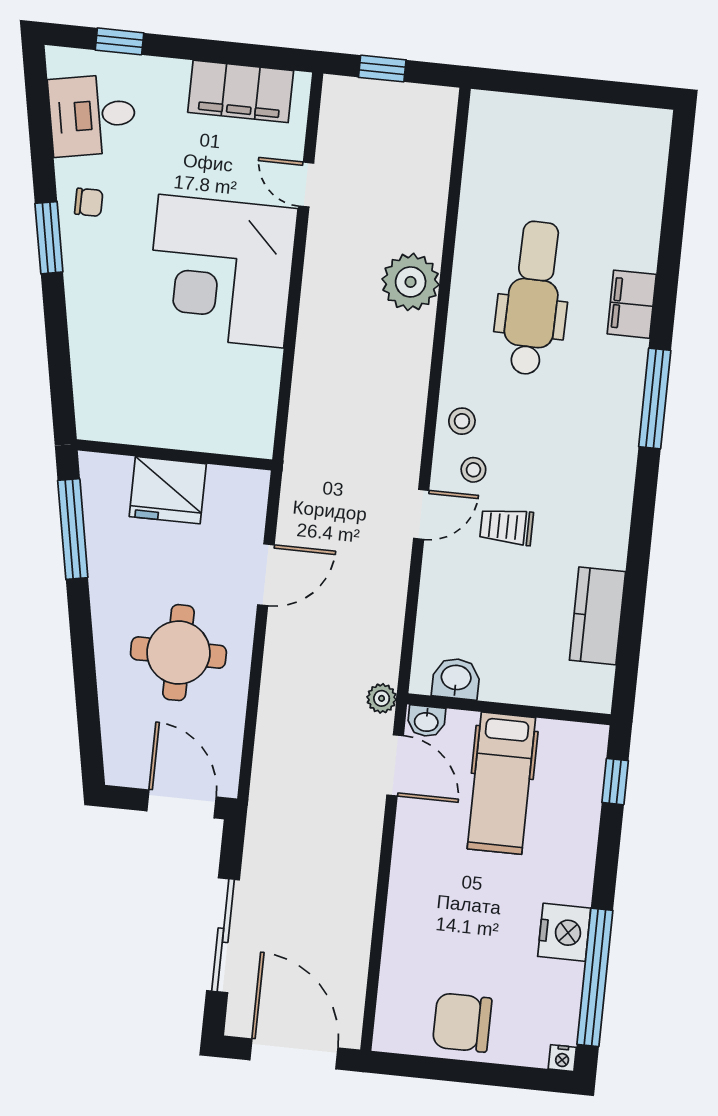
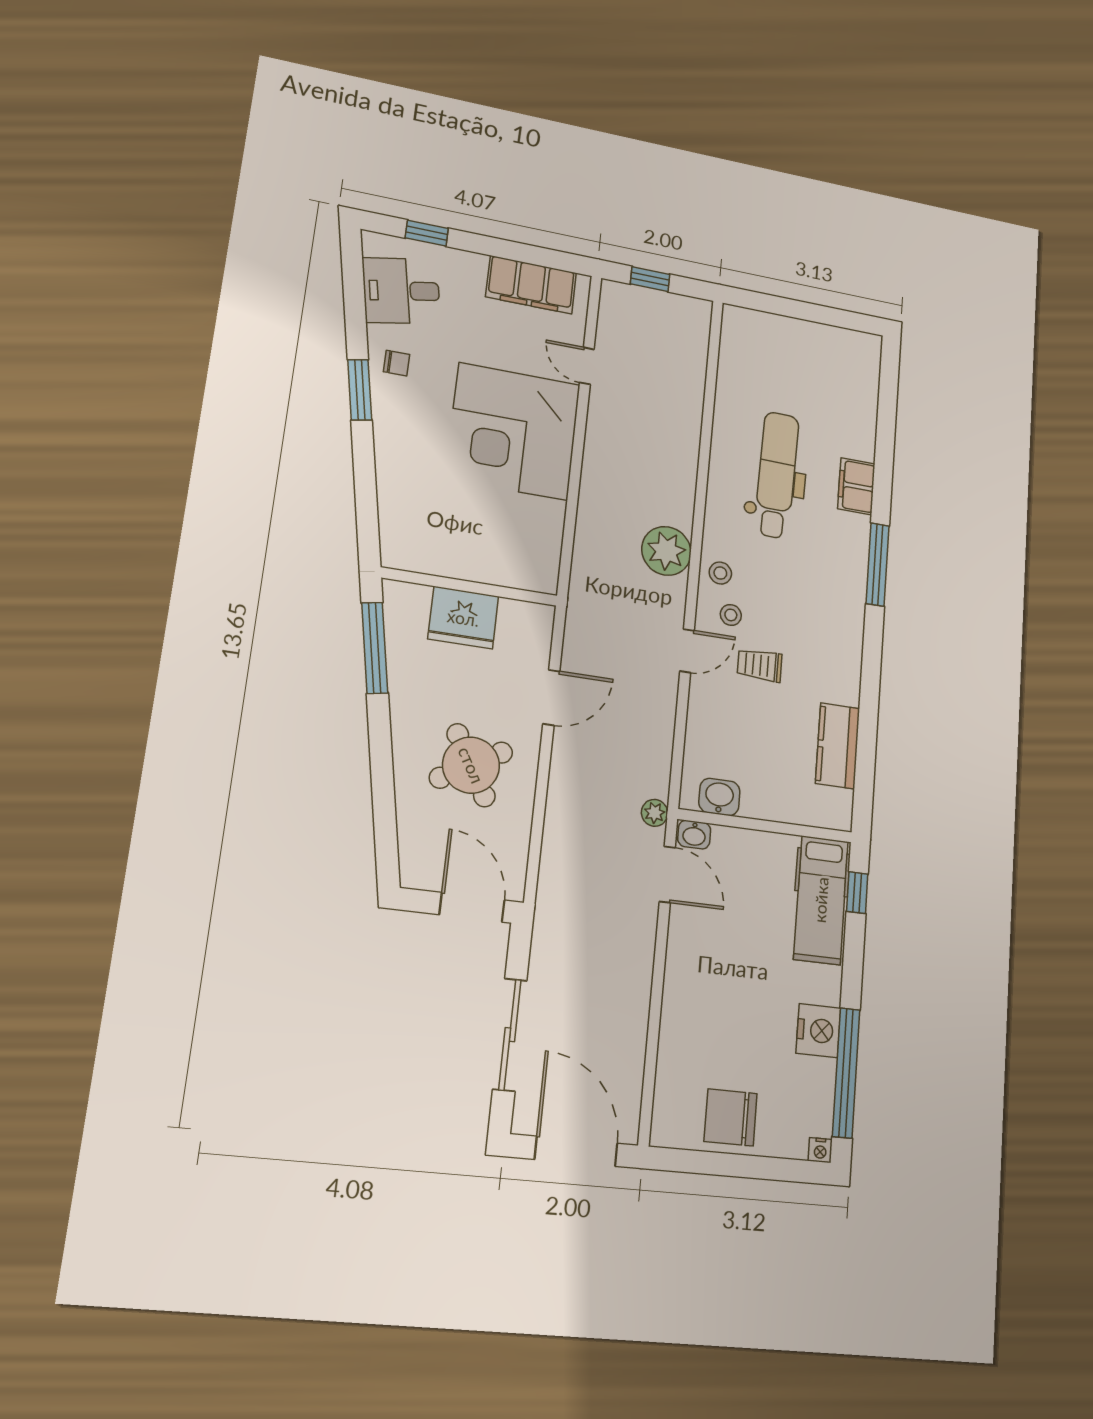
plant: (411, 282) -> (666, 551), moved
round table: (178, 653) -> (471, 765), turned -30
hospital bed: (501, 783) -> (821, 900), moved

